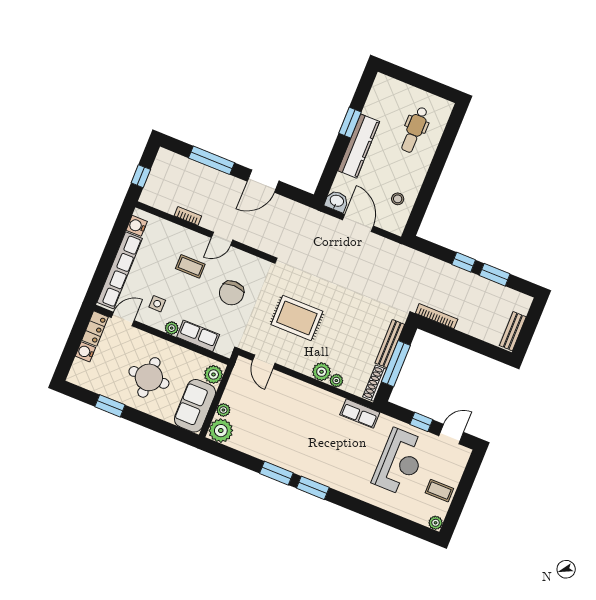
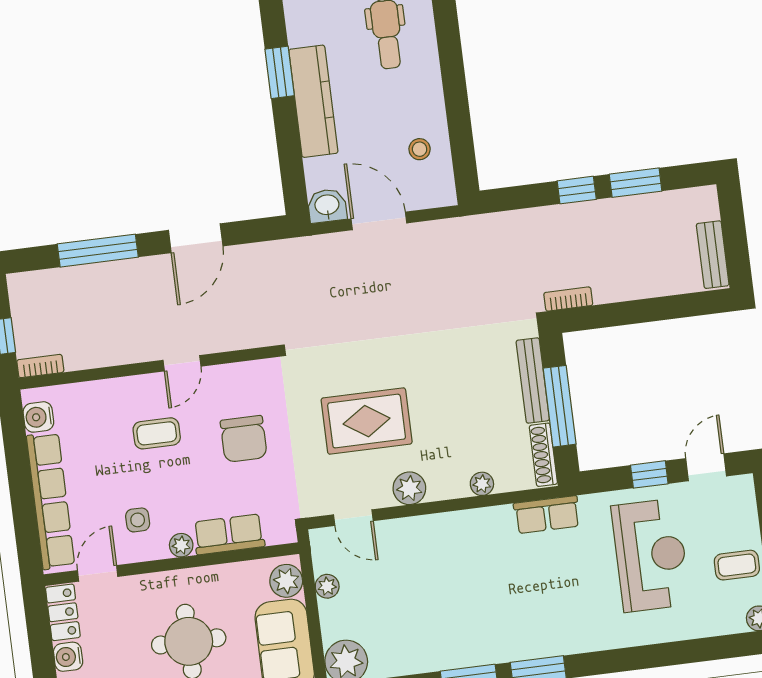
bookcase: (188, 216) -> (40, 366), moved
bookcase: (437, 316) -> (568, 299), width x0.64
plant: (322, 372) -> (409, 488), moved
plant: (223, 410) -> (327, 586), moved

